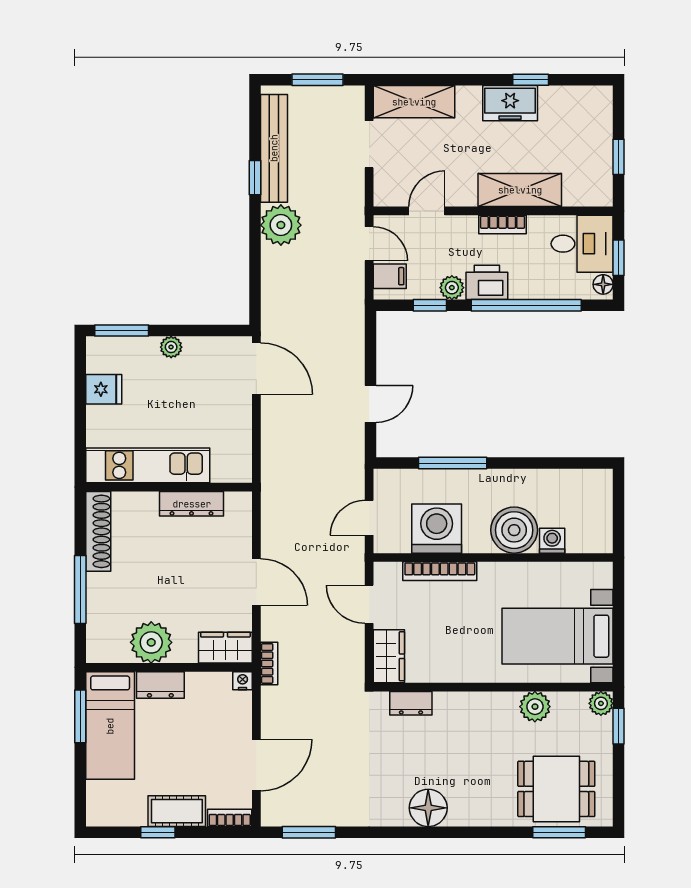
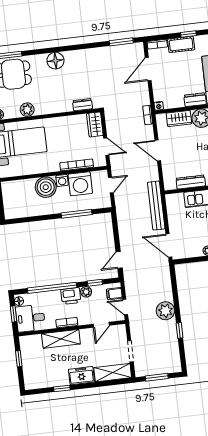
freezer: (510, 103) -> (81, 376), moved
bench: (274, 148) -> (156, 206), moved
door: (371, 404) -> (119, 260), moved
washing machine: (552, 541) -> (62, 180), moved
wardrobe: (225, 648) -> (179, 118), moved
floor lamp: (428, 808) -> (55, 61), moved

